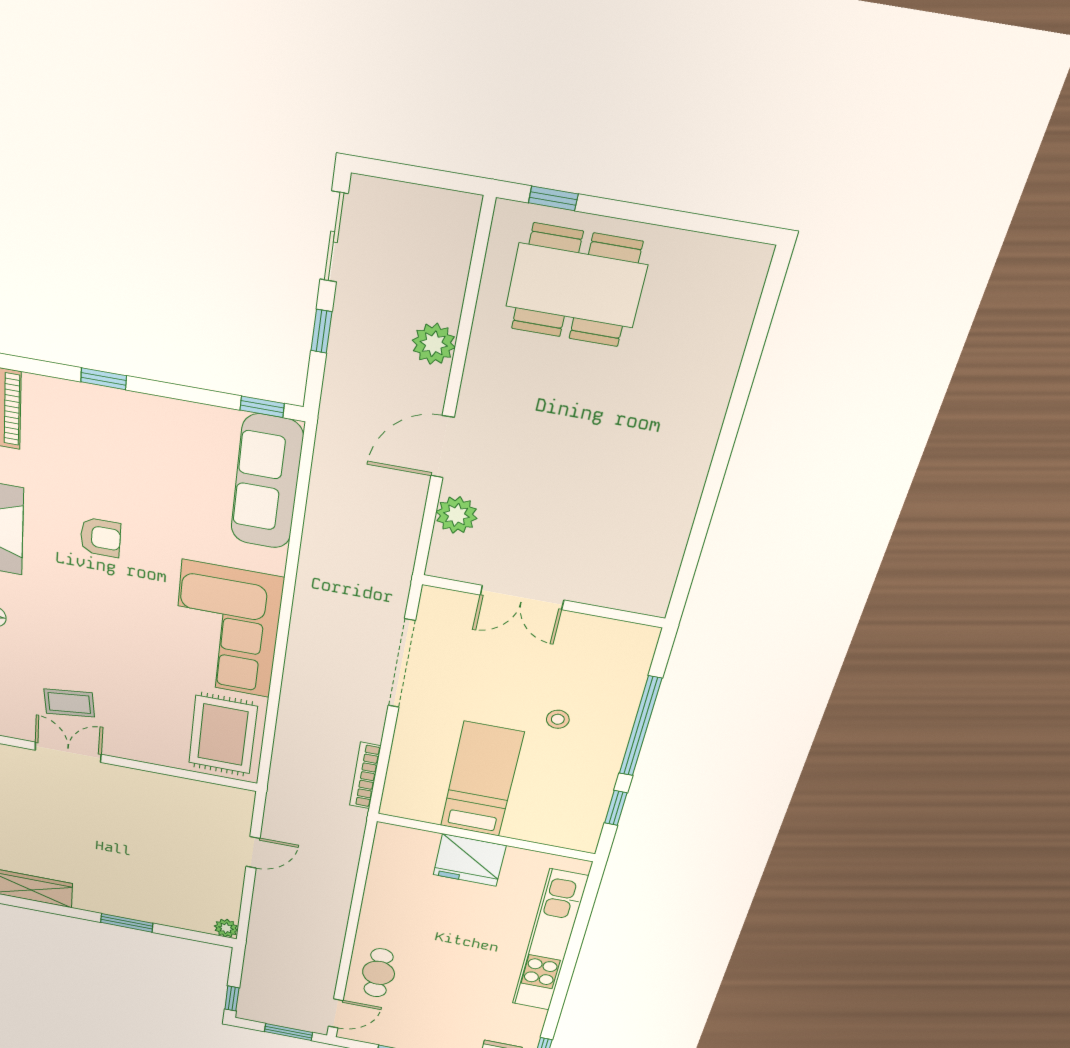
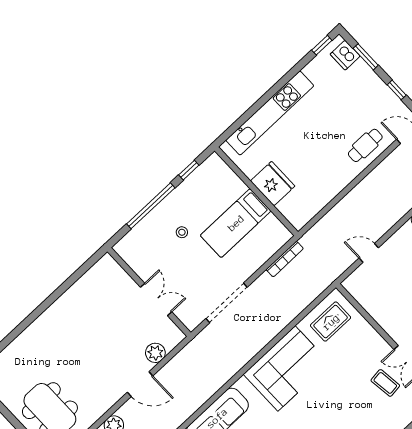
rug: (223, 735) -> (331, 322), width x0.73, depth x0.70

